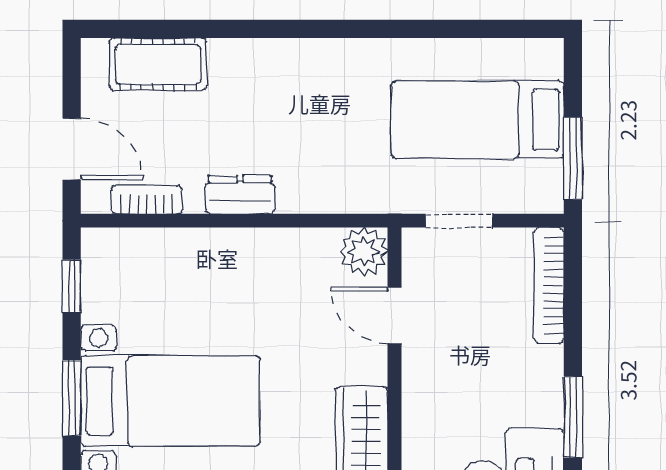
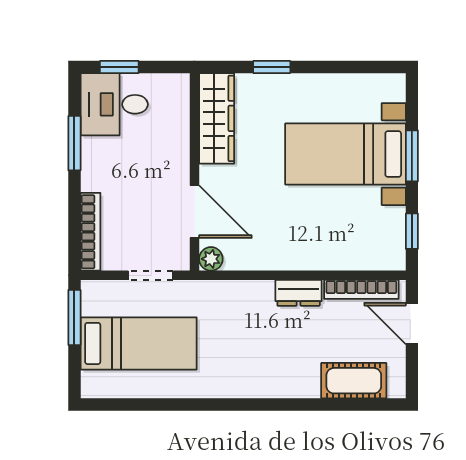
bookcase: (147, 200) -> (361, 289), width x1.56
plant: (364, 252) -> (211, 259), width x0.73, depth x0.73
door: (394, 315) -> (195, 212), width x1.38

